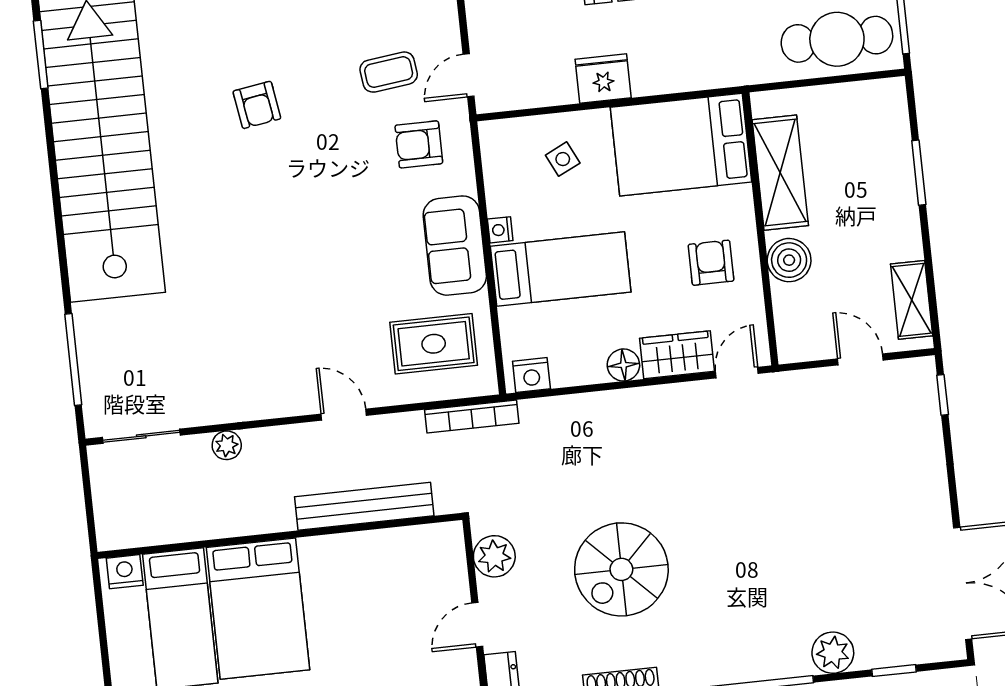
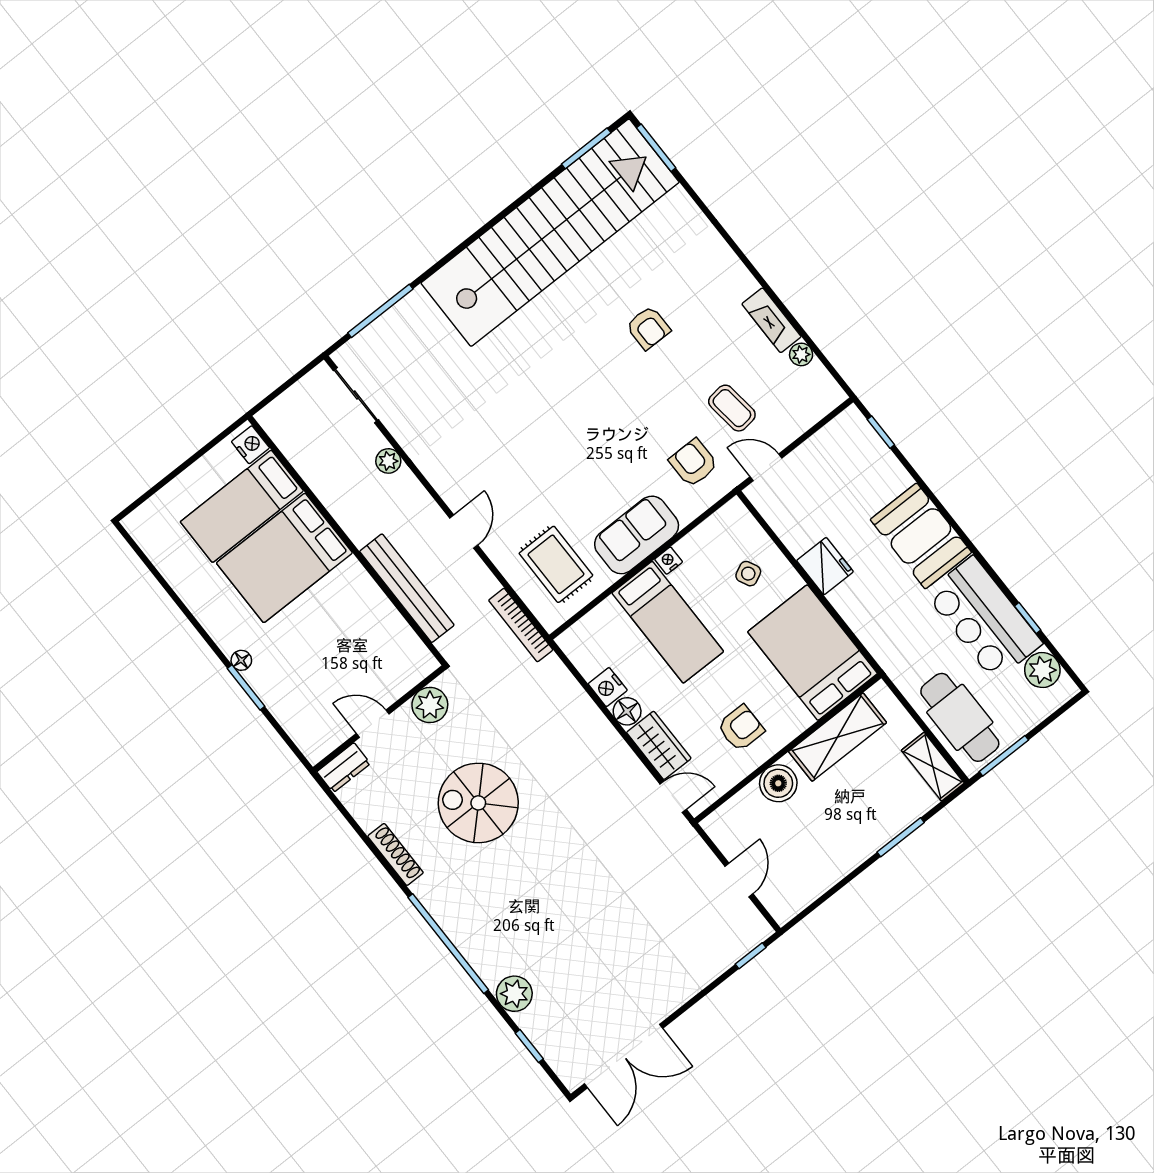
armchair: (257, 105) -> (648, 328), turned -81
shelving: (912, 300) -> (933, 767), moved, turned 90
nightstand: (531, 375) -> (608, 687), moved

